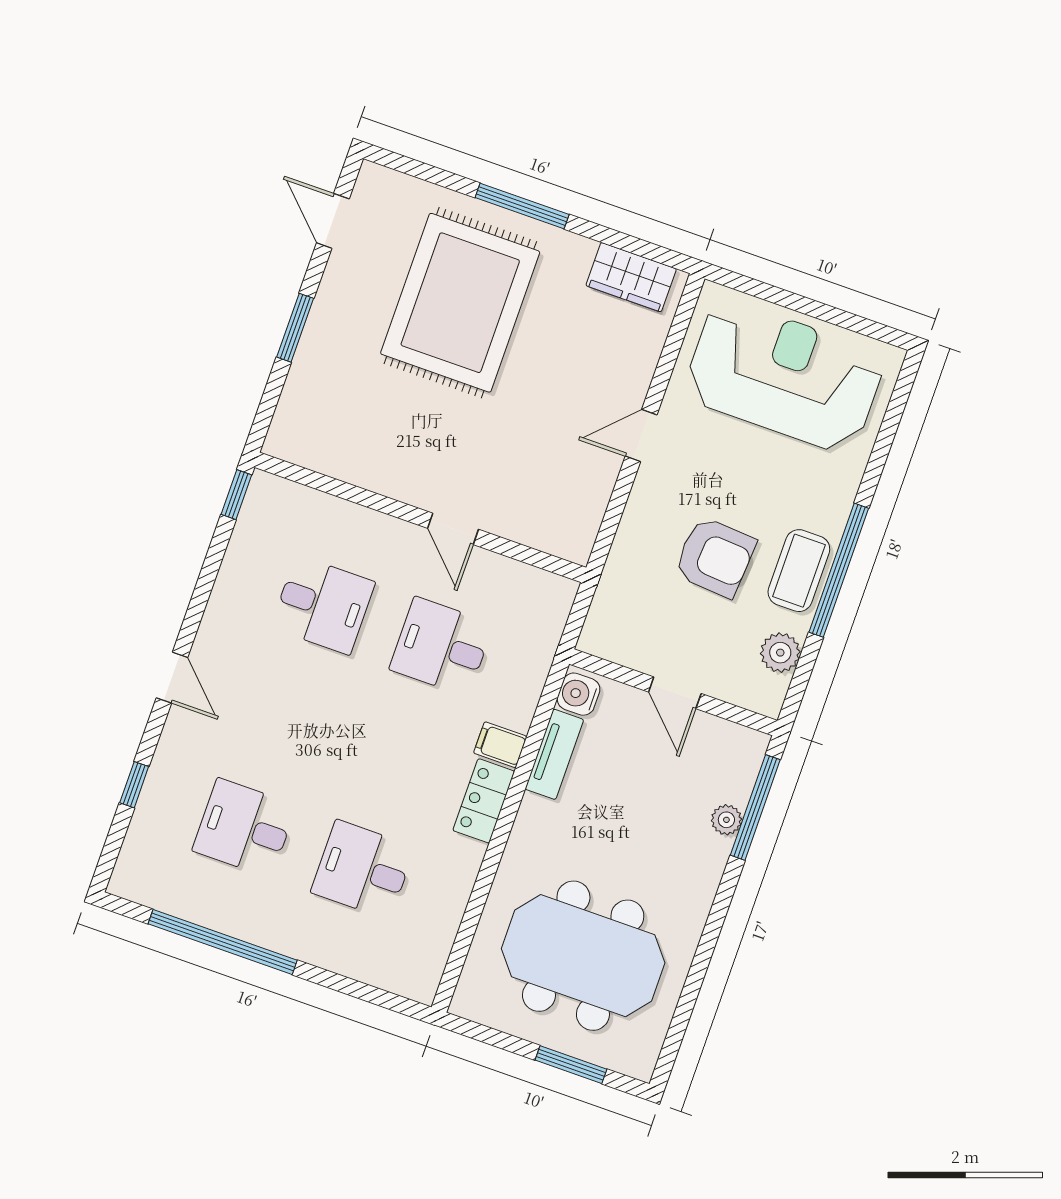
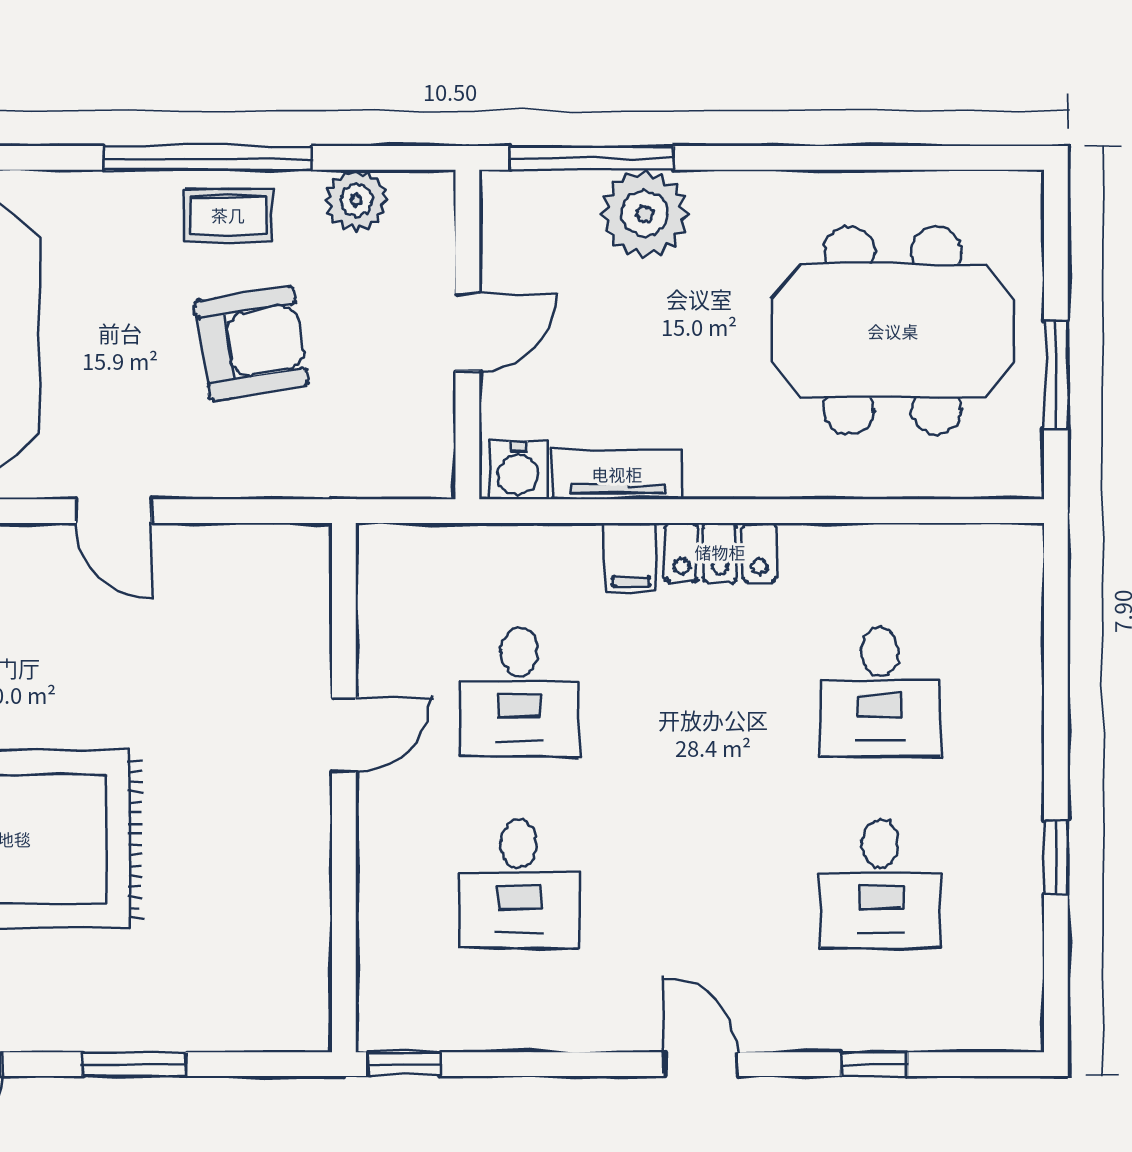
armchair: (715, 557) -> (252, 343), turned 77
coffee table: (799, 571) -> (228, 215), width x0.73, depth x0.77
desk: (323, 605) -> (519, 884), turned 180
door: (172, 678) -> (701, 1064), hinge flipped
plant: (726, 820) -> (645, 214), width x1.87, depth x1.87
window: (223, 942) -> (1056, 857), width x0.32
meeting table: (583, 956) -> (893, 331), turned 90
window: (571, 1065) -> (1056, 375), moved

